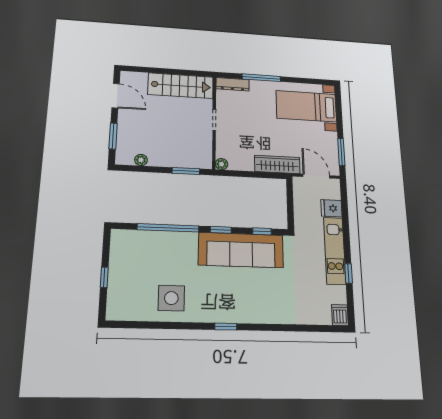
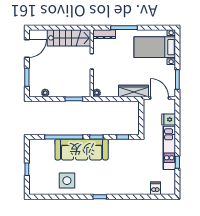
door: (116, 96) -> (27, 48), hinge flipped
sofa: (241, 250) -> (82, 150), moved
dishwasher: (340, 315) -> (155, 188), moved

